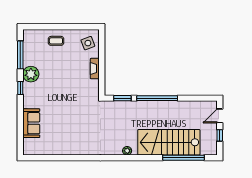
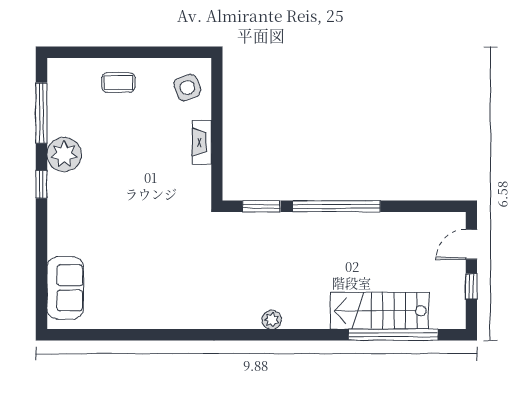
sofa: (31, 123) -> (65, 288), moved
stairs: (169, 142) -> (380, 311), width x0.73, depth x0.66

